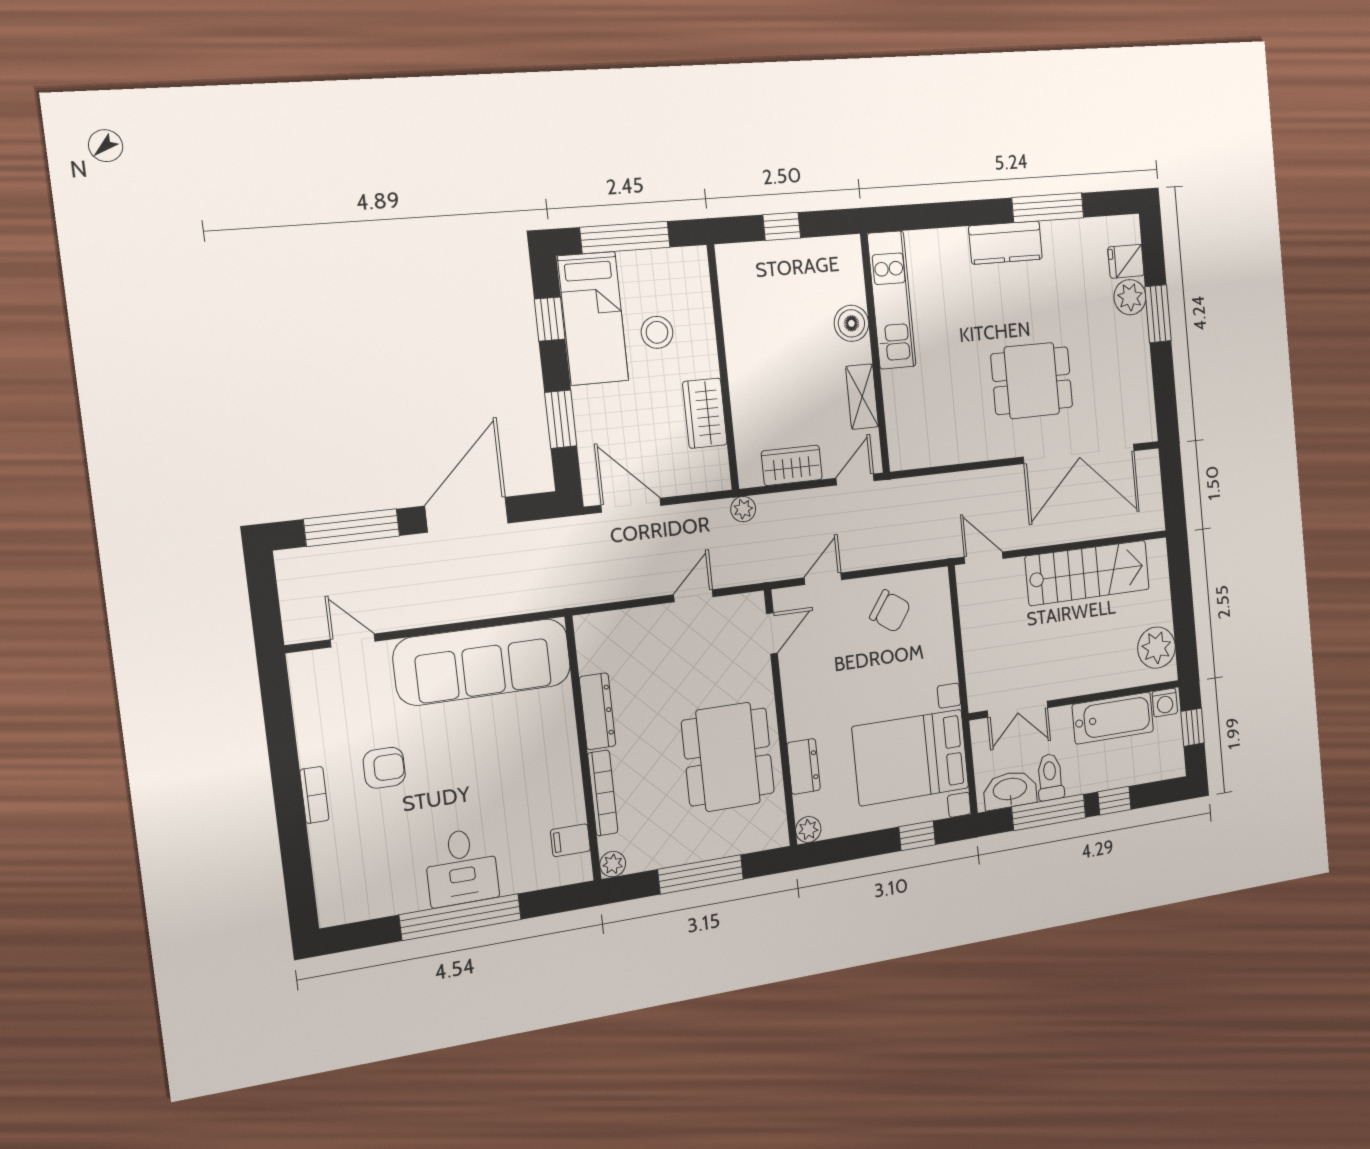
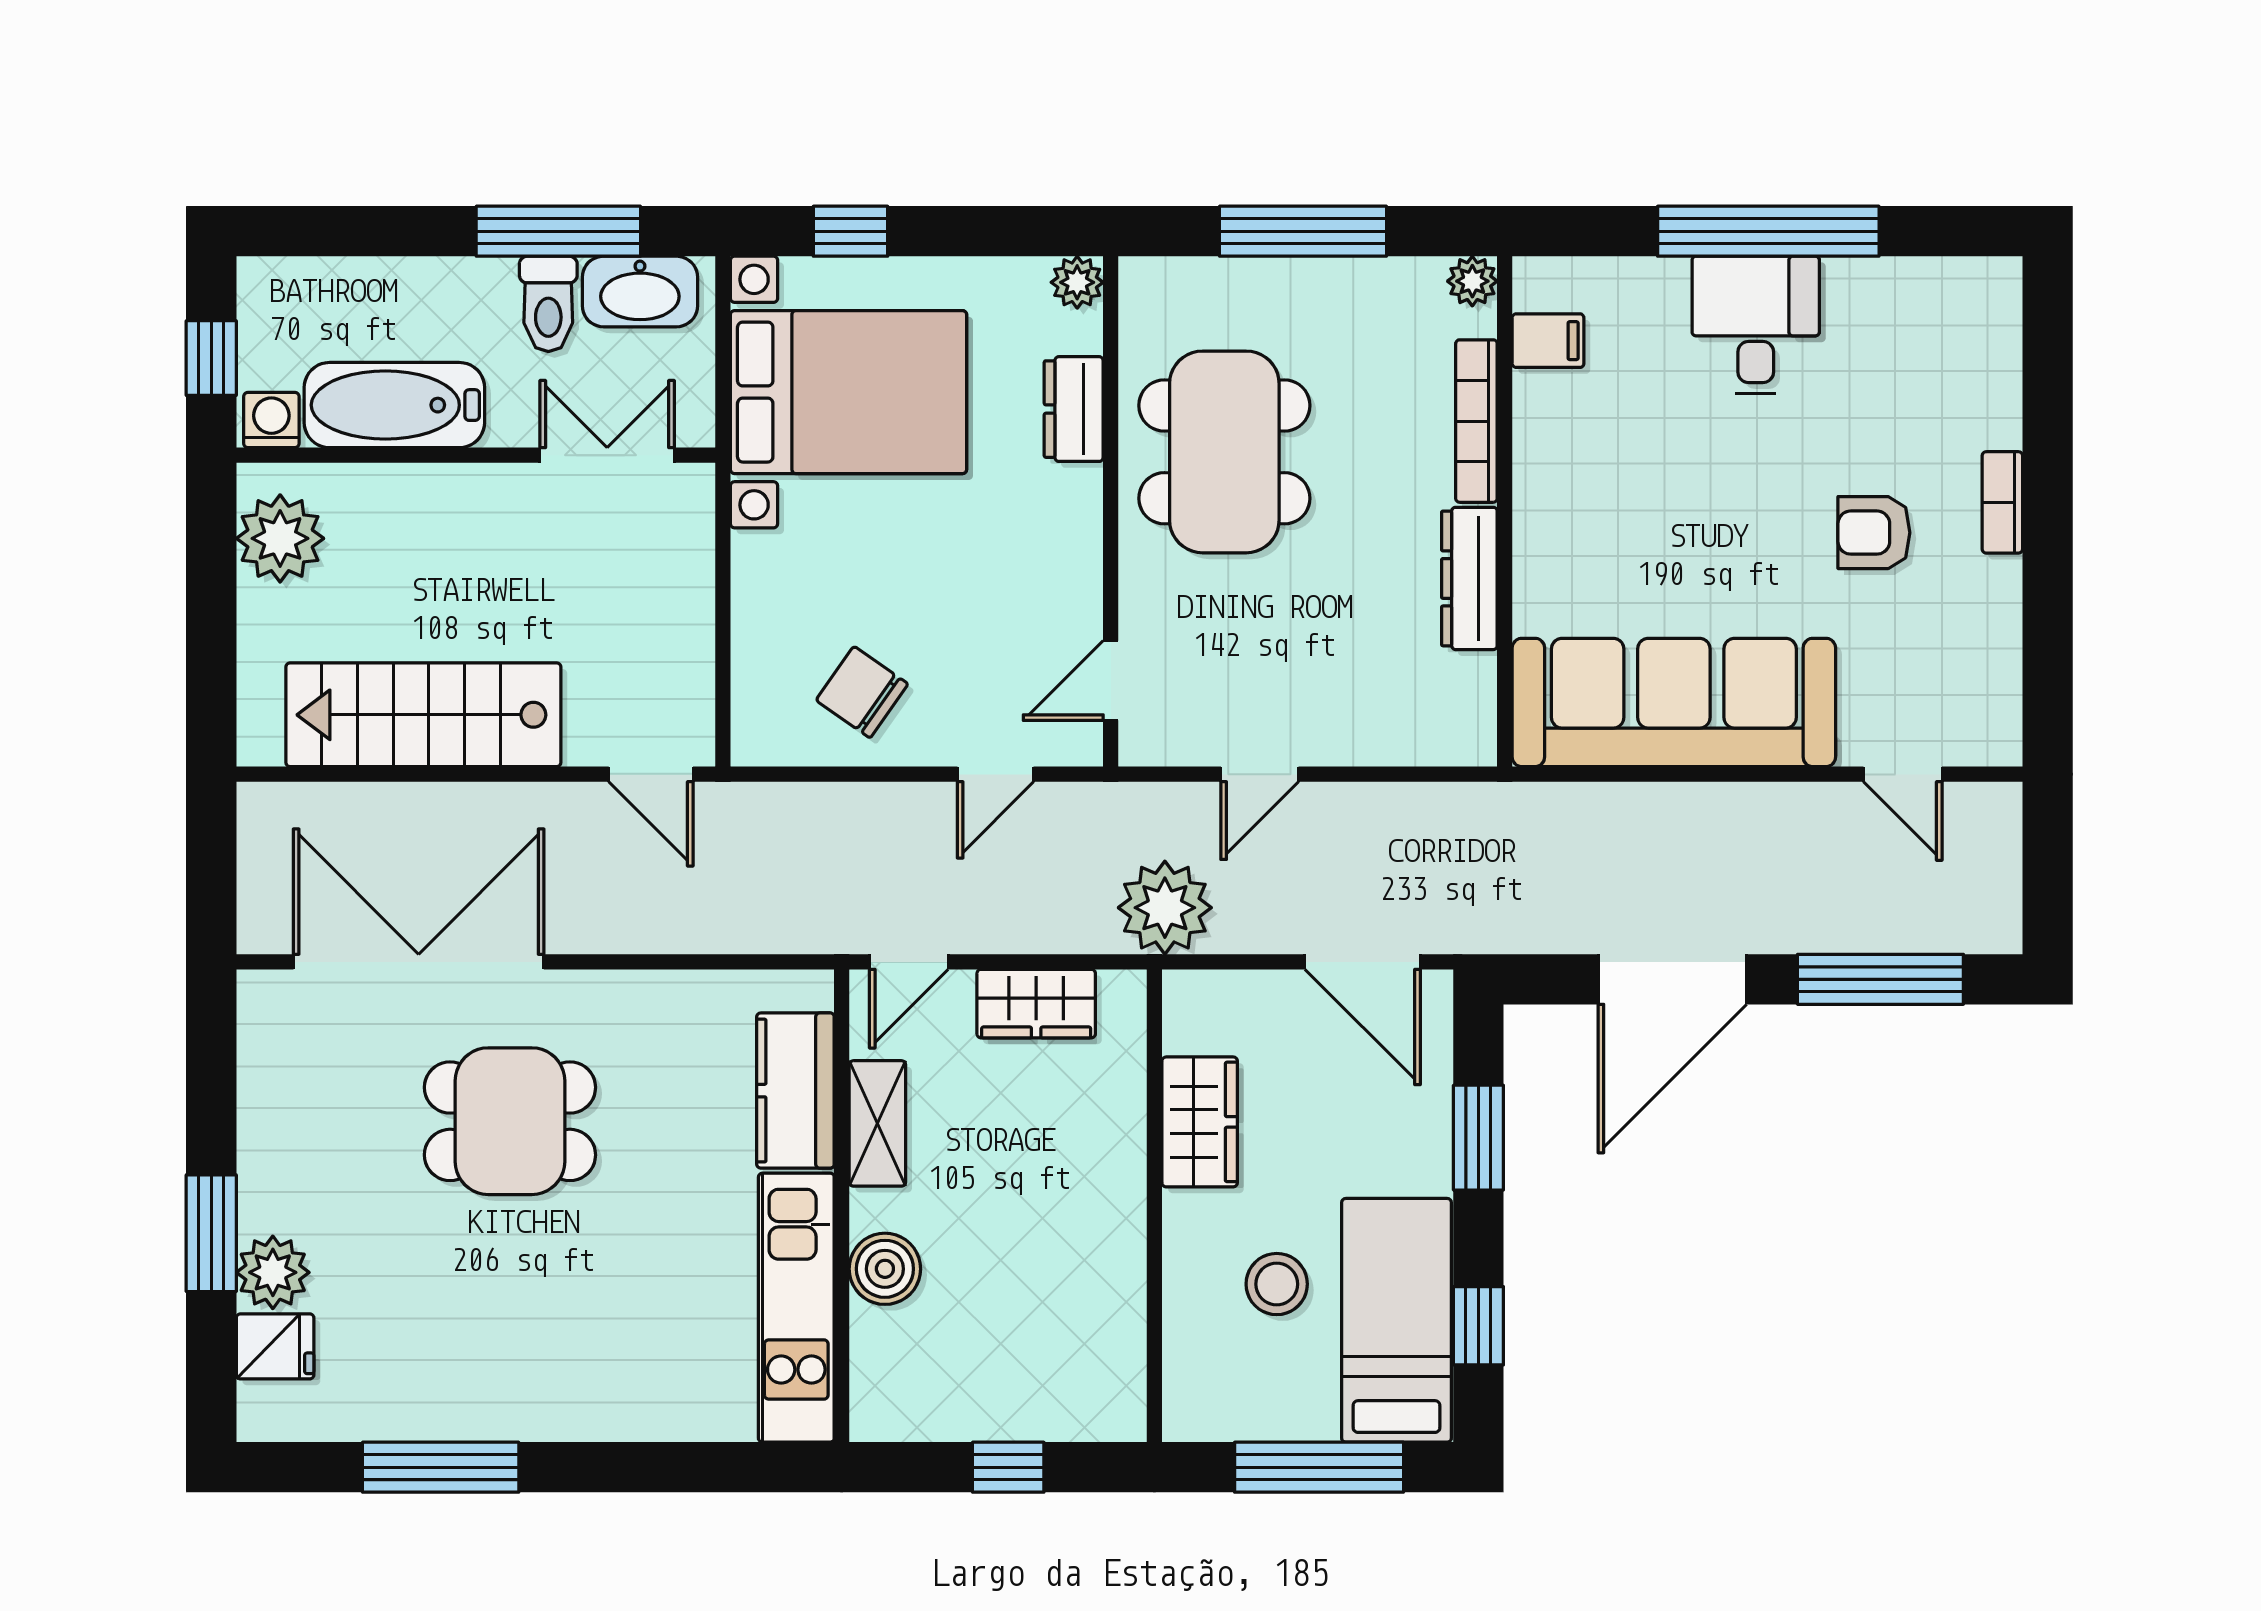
kitchen counter: (1005, 243) -> (795, 1091), moved, turned -90
plant: (743, 509) -> (1165, 908), width x1.88, depth x1.88
window: (1114, 801) -> (407, 231), removed

